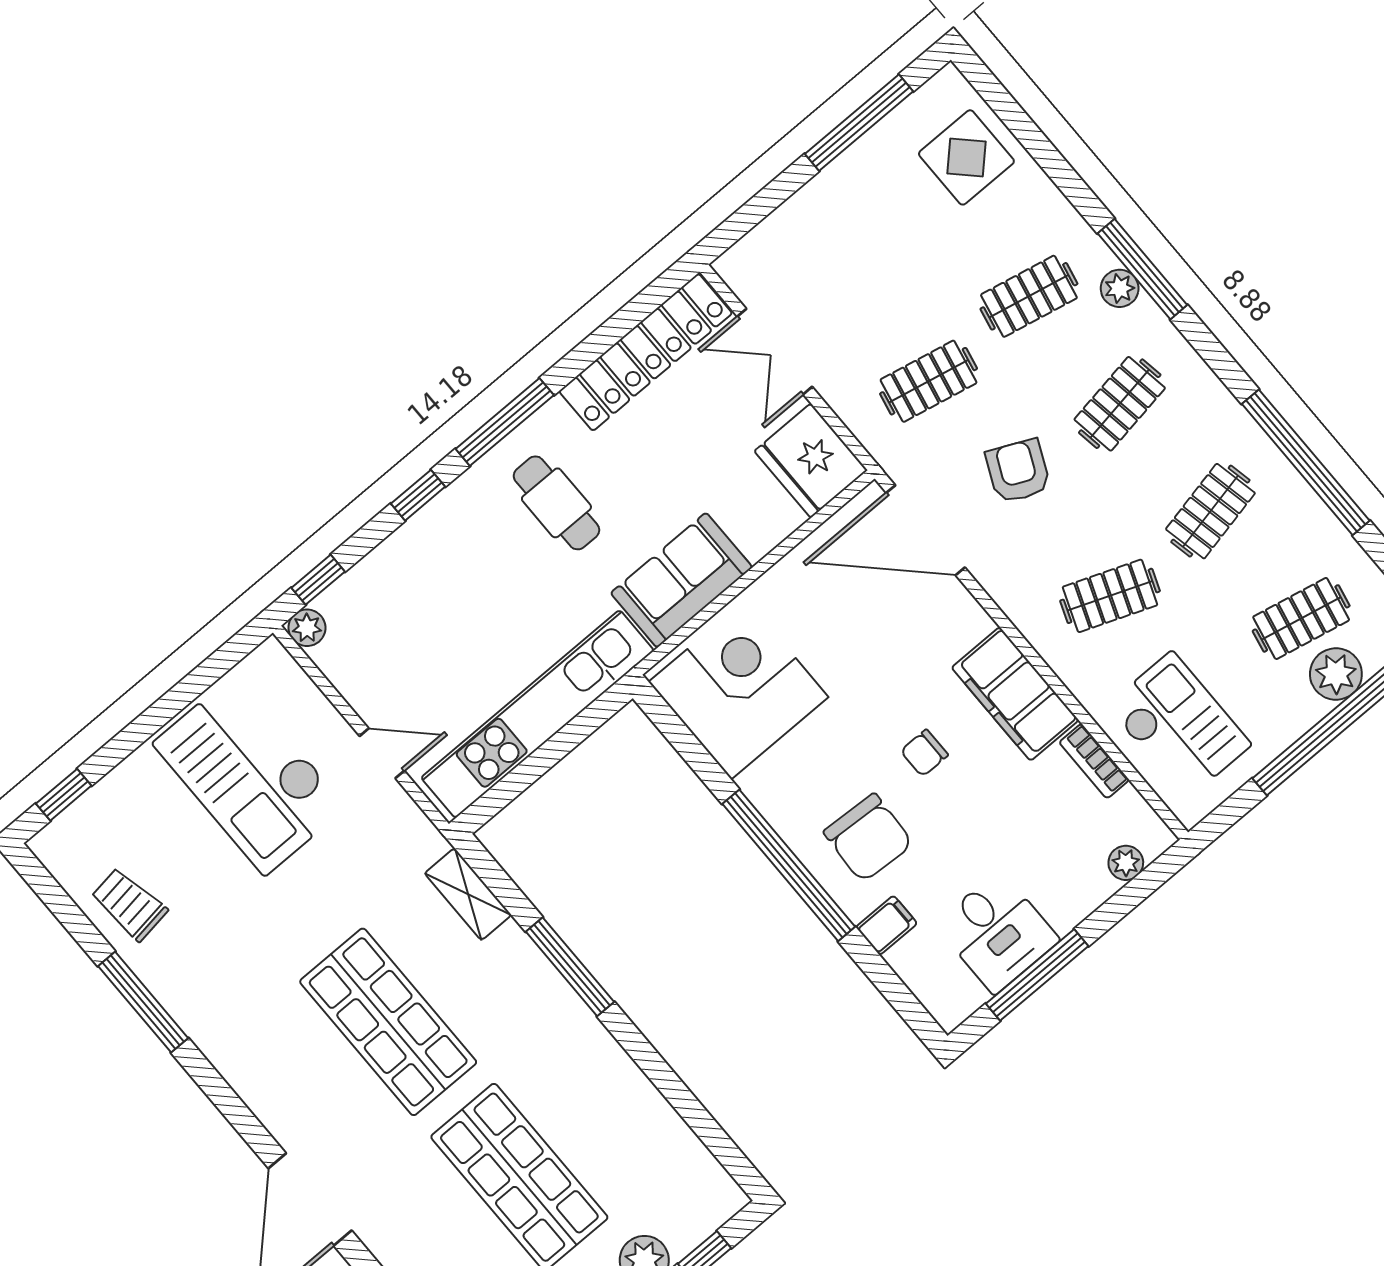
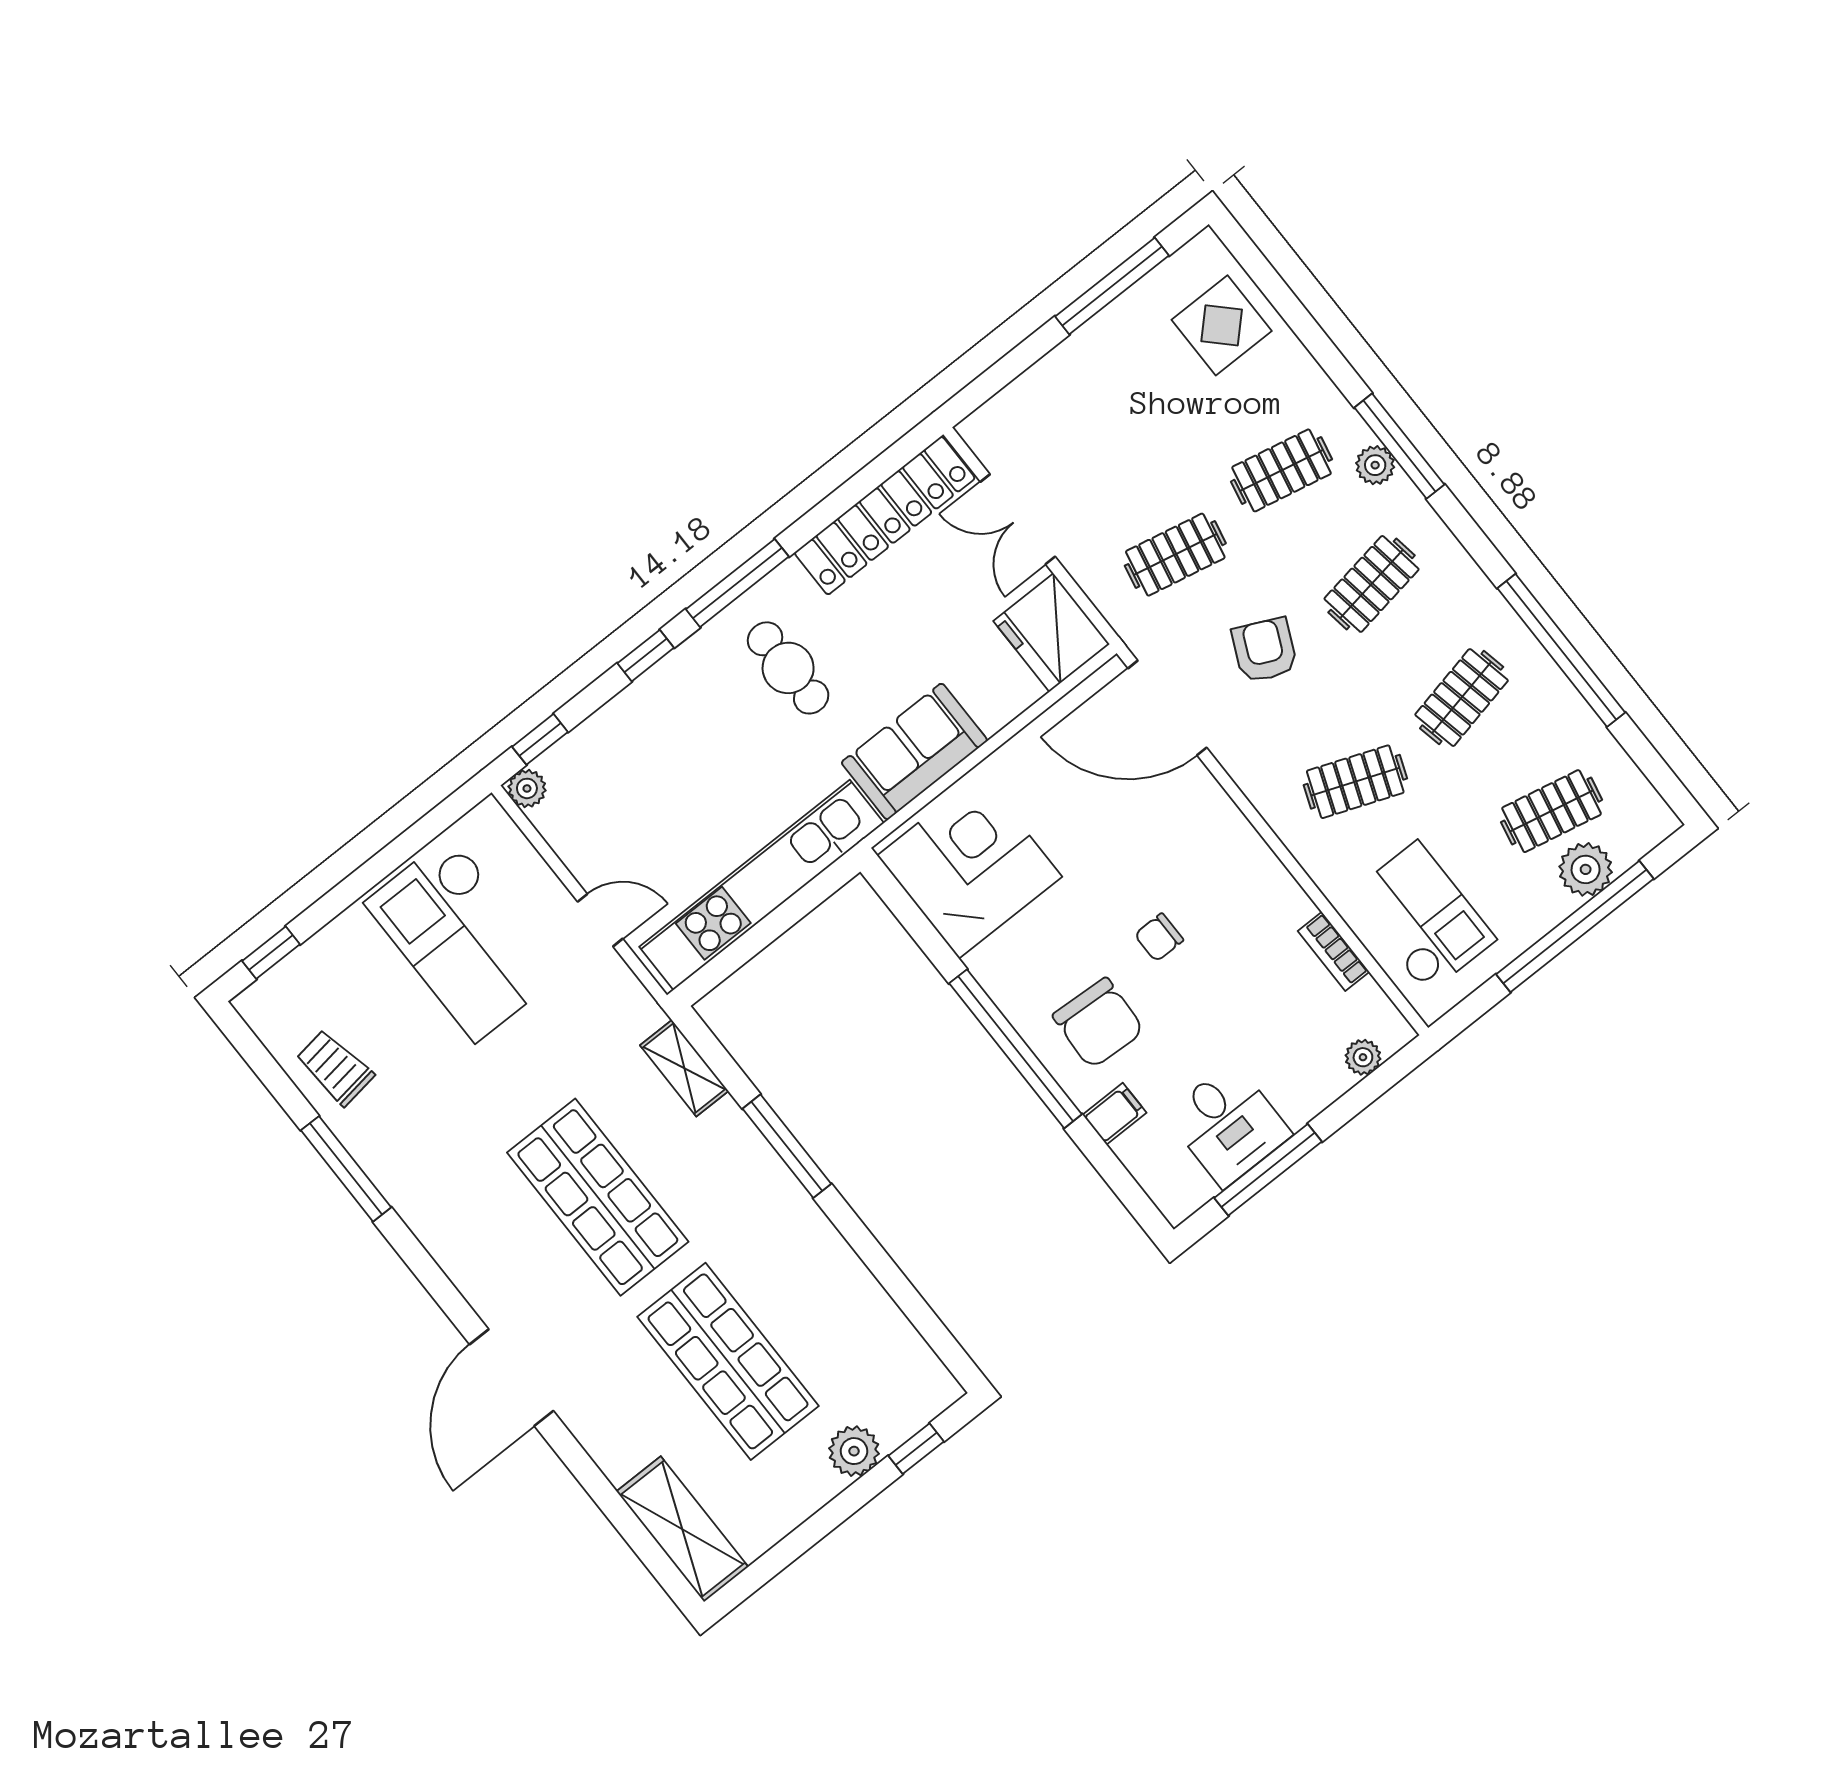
filing cabinet: (1015, 694) -> (1254, 880), removed

